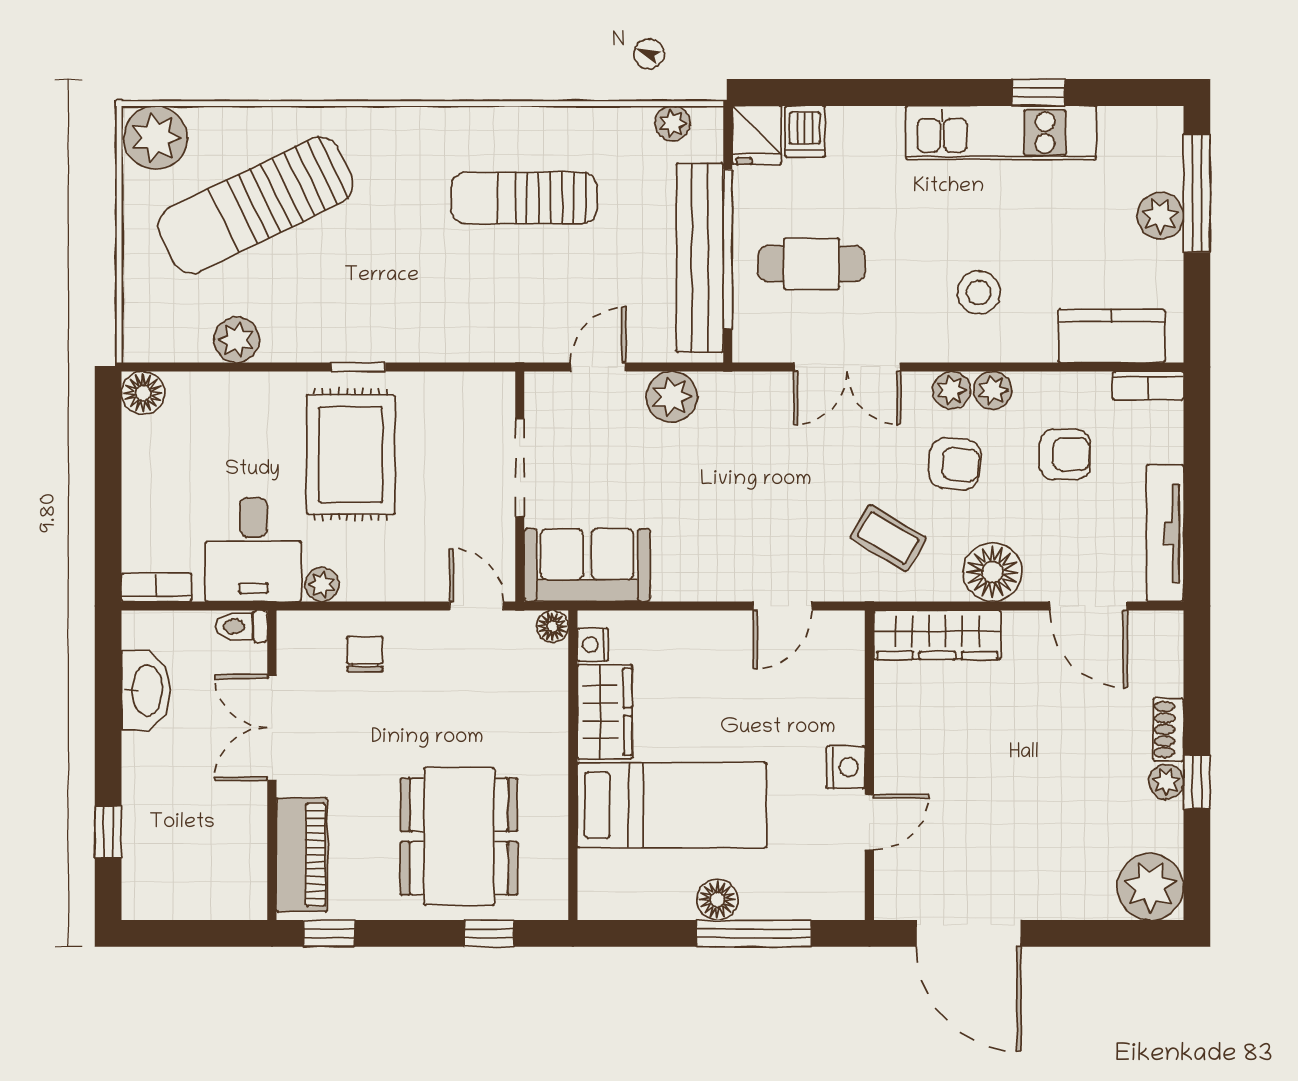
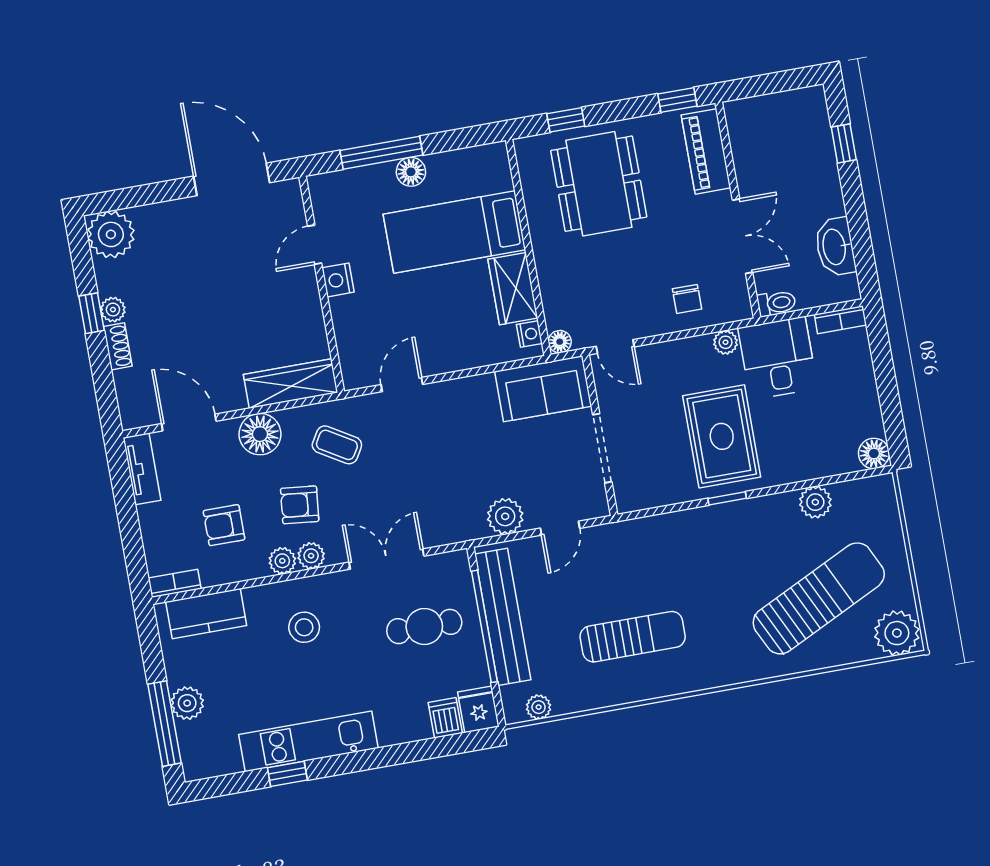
tv unit: (1165, 533) -> (142, 469), width x0.71

